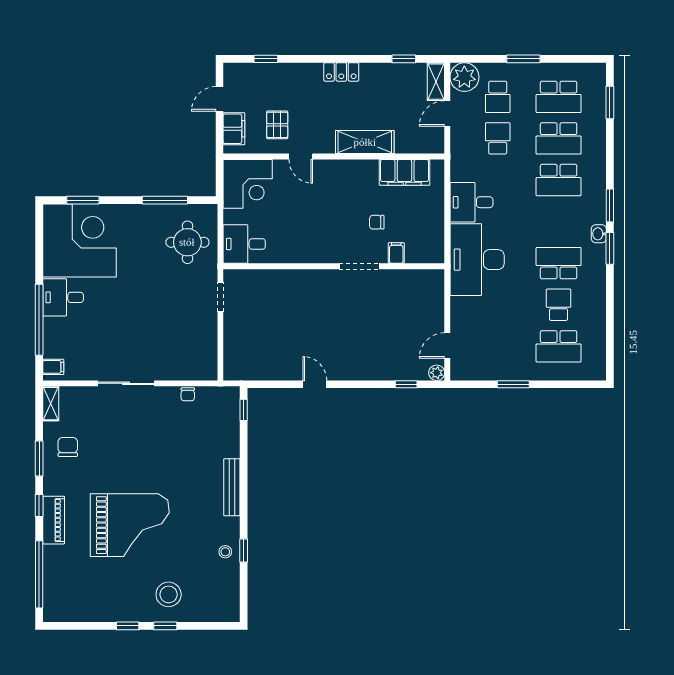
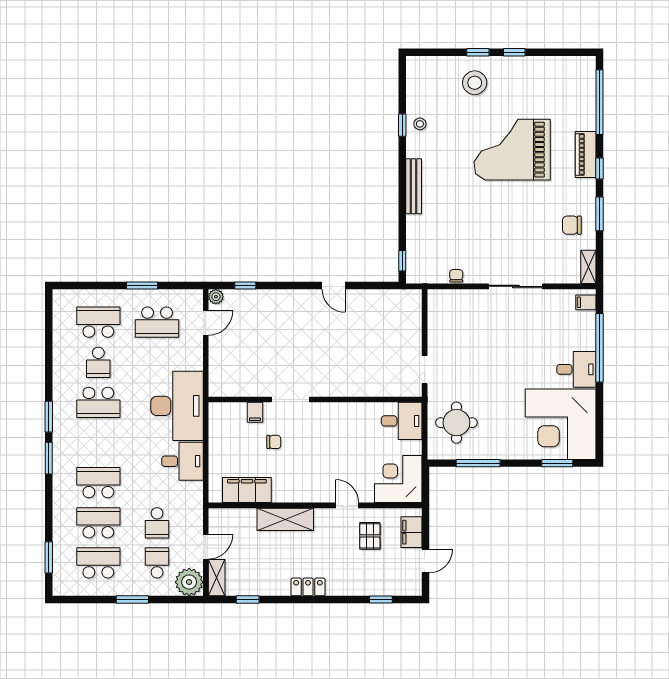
washbasin: (599, 234) -> (59, 431), removed
school desk: (498, 346) -> (157, 322), added
chair: (68, 447) -> (572, 225), turned 90

